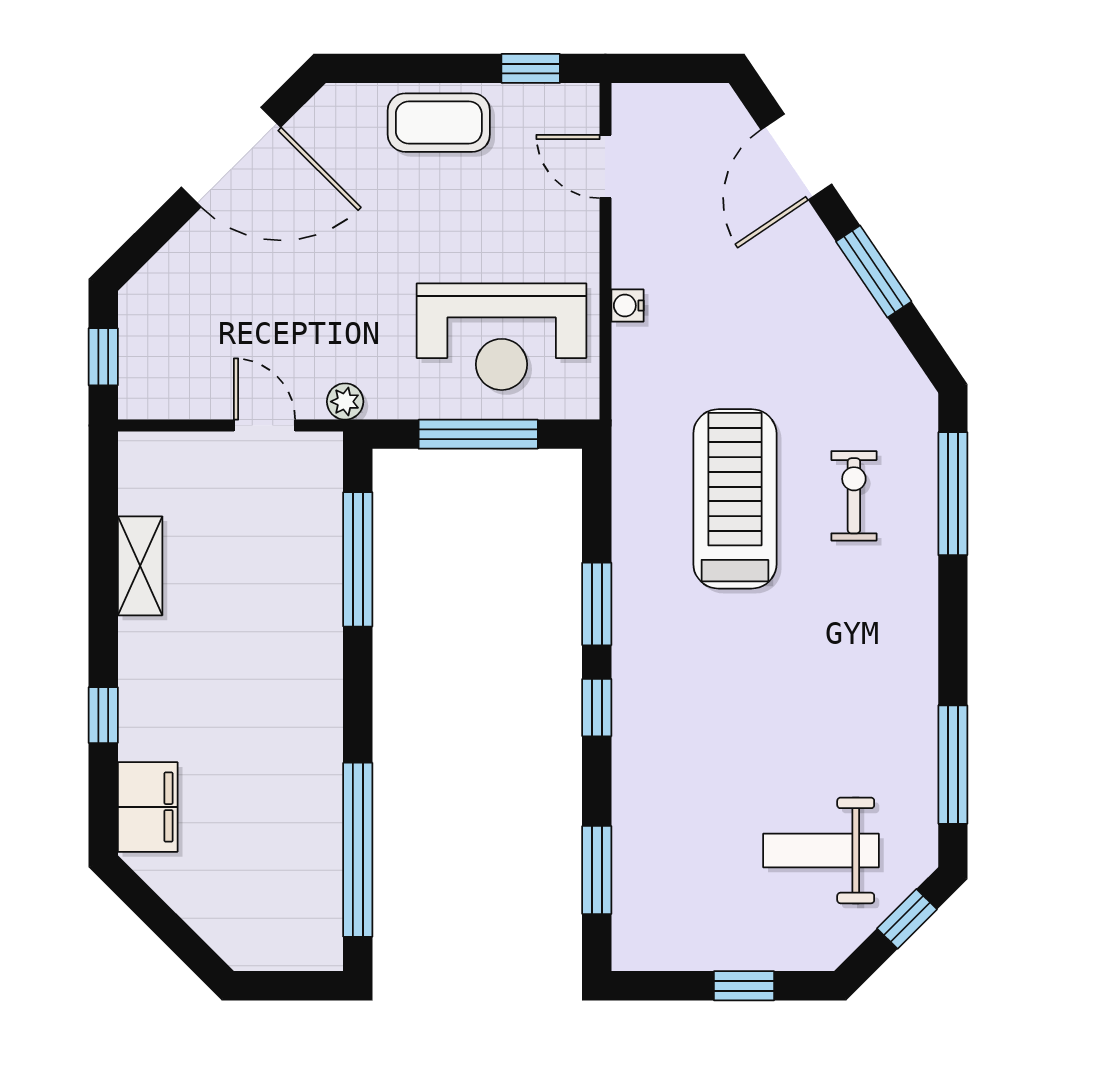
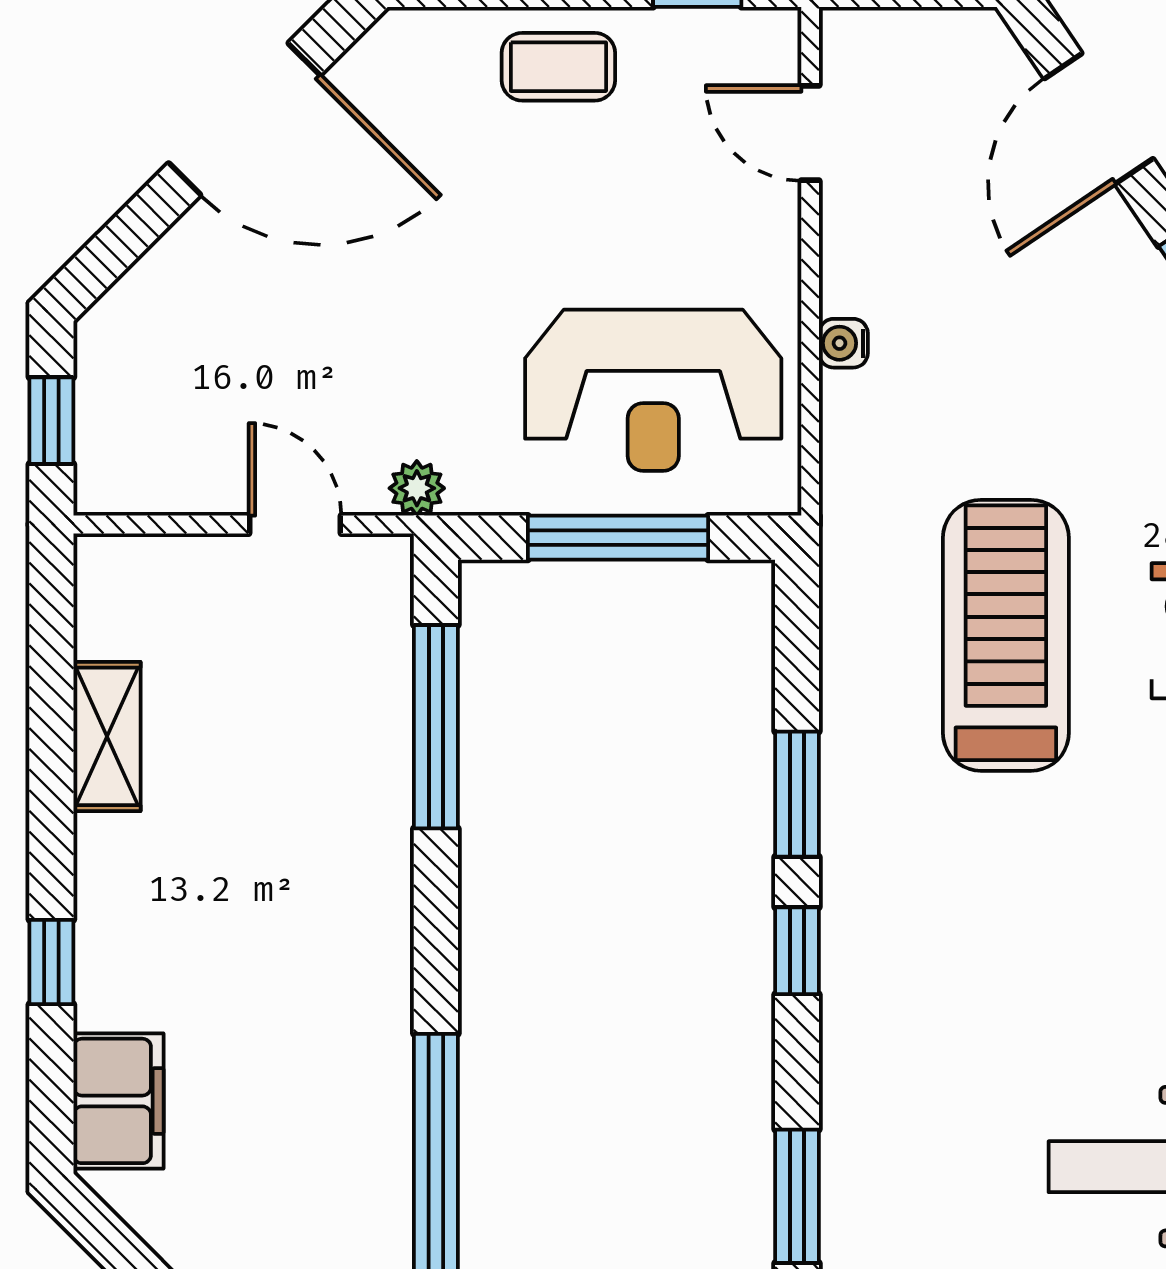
coffee table: (439, 123) -> (558, 67), width x0.73, depth x0.77

